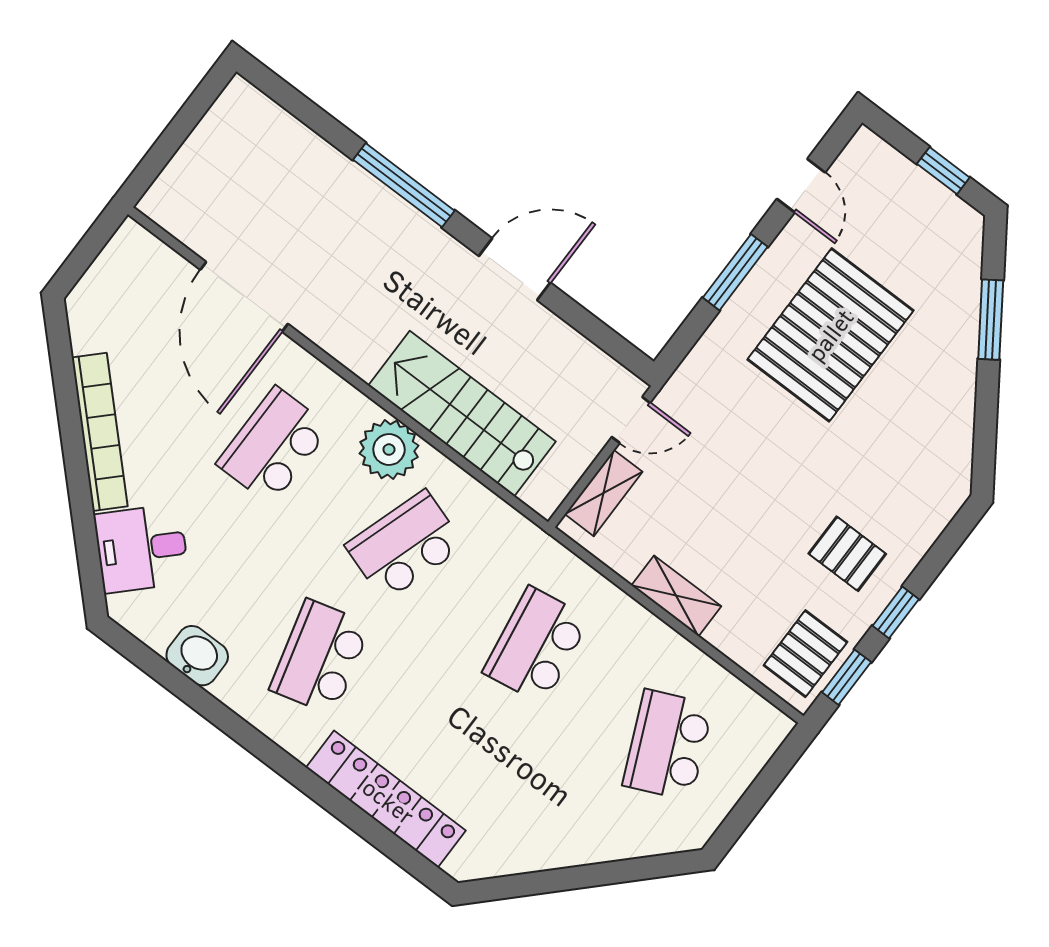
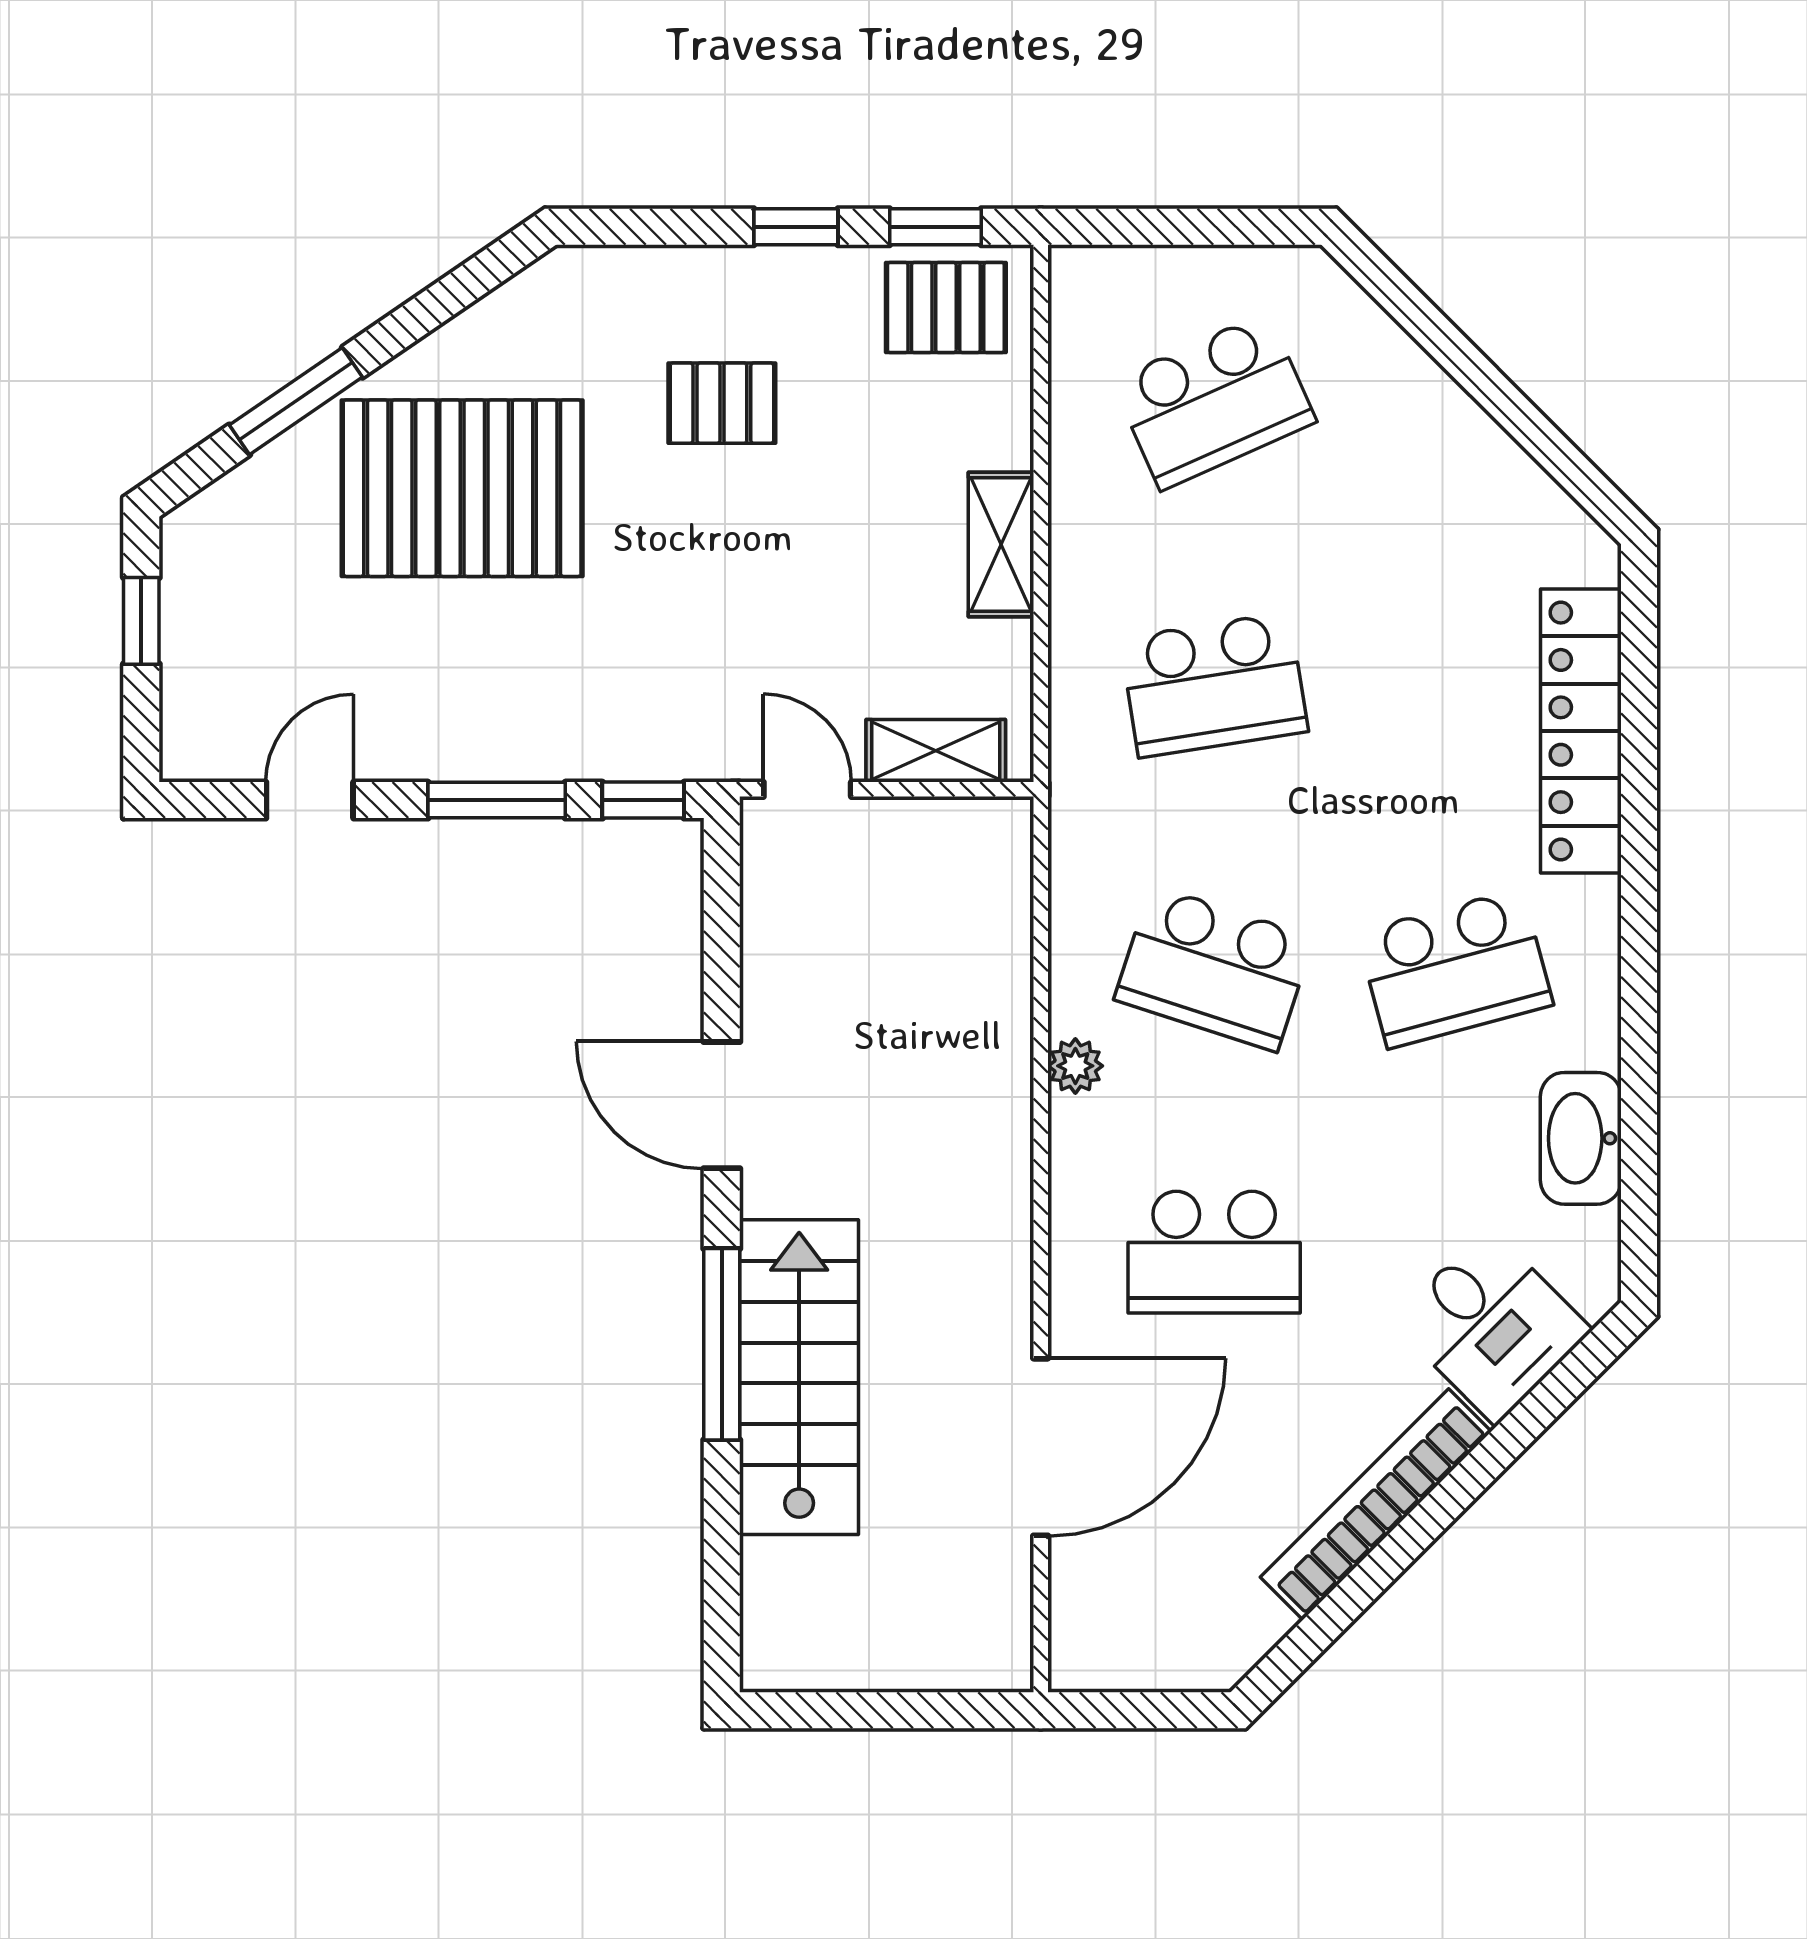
pallet: (830, 335) -> (462, 488), moved
window: (684, 340) -> (643, 800), added
stairs: (462, 414) -> (799, 1377), moved, turned 180
plant: (389, 450) -> (1075, 1066), width x0.53, depth x0.53
pallet: (847, 554) -> (722, 403), moved, turned 90
washbasin: (197, 656) -> (1581, 1138), width x1.38

